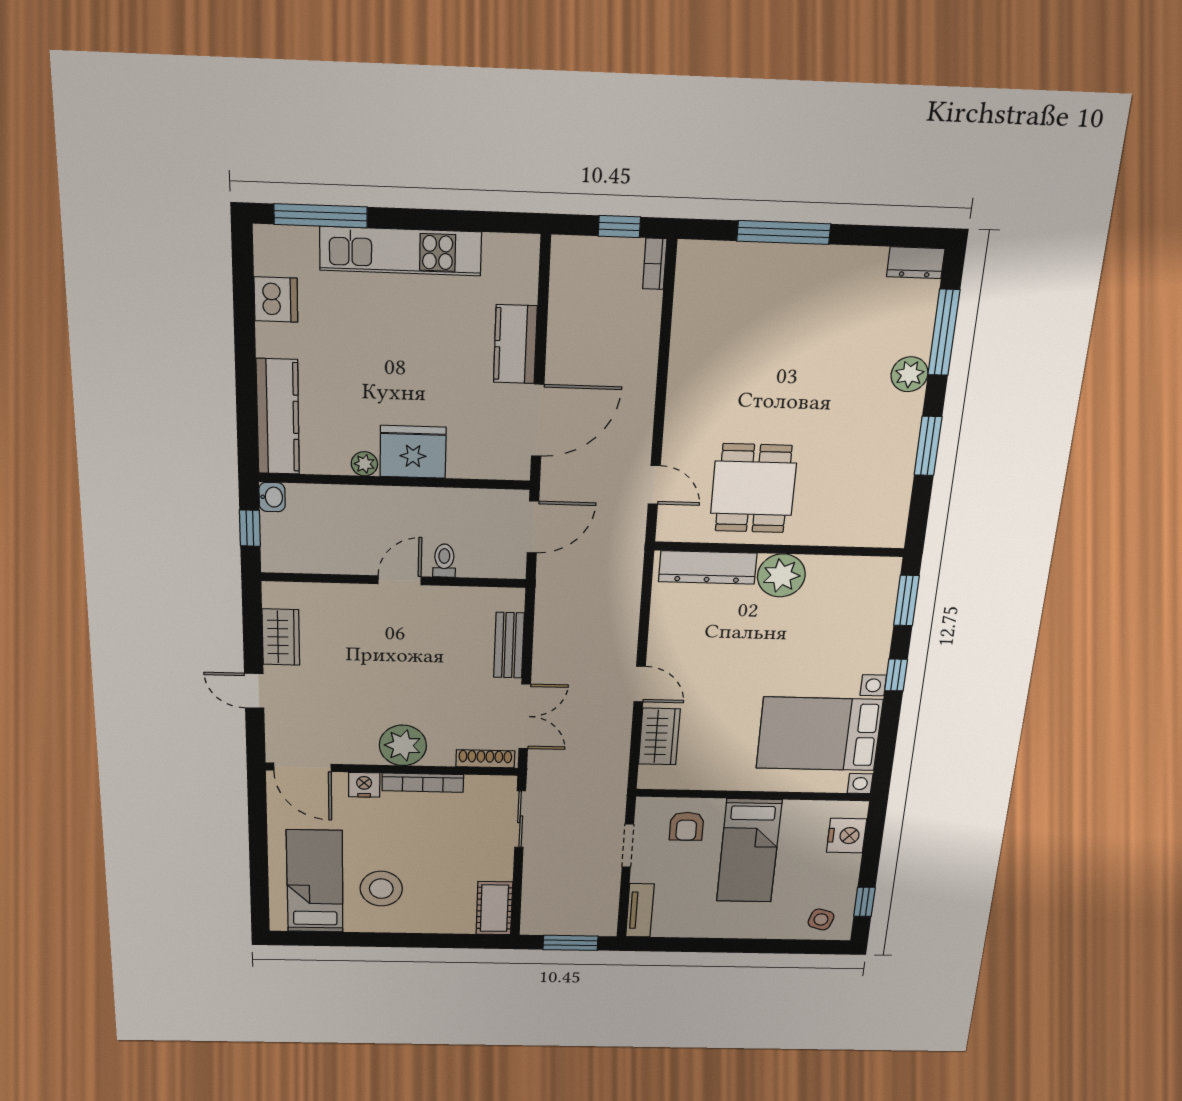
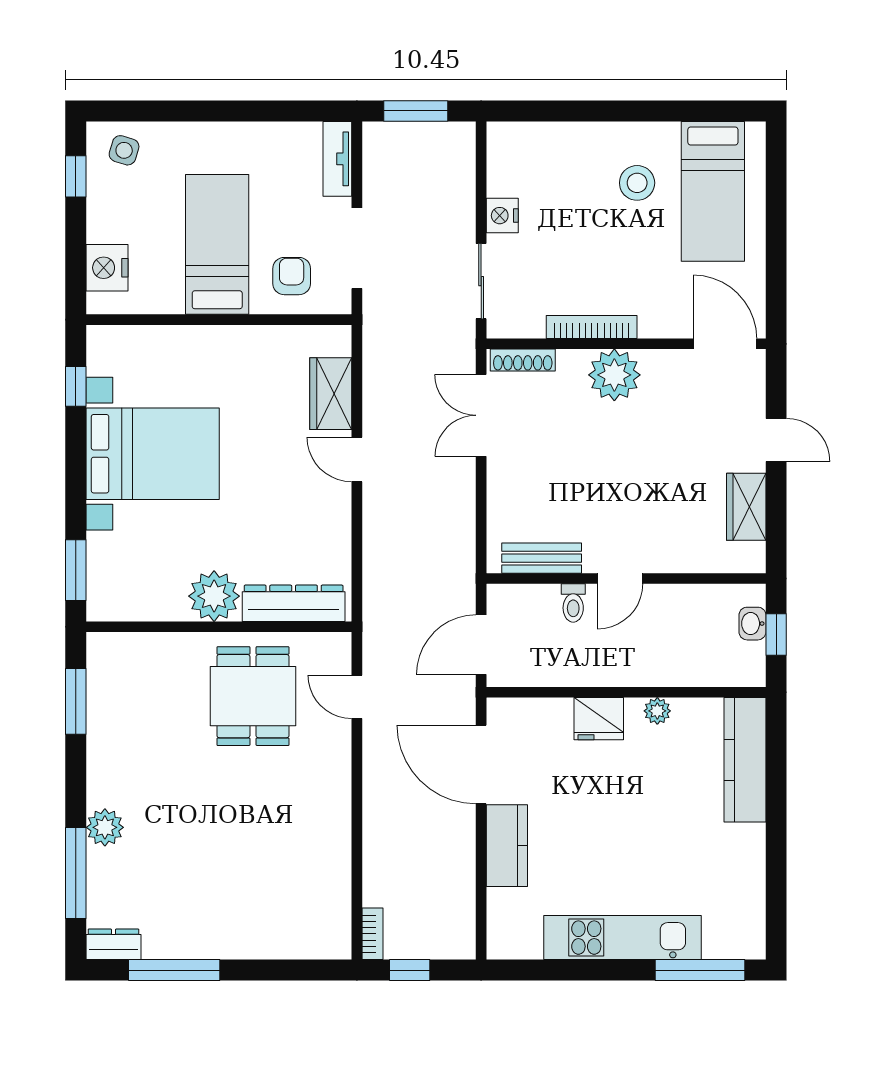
window: (784, 232) -> (174, 970), moved
dishwasher: (276, 299) -> (745, 884), removed
door: (538, 420) -> (481, 765), hinge flipped
window: (928, 446) -> (76, 701), moved
fridge: (413, 452) -> (599, 719), width x0.73, depth x0.75
washbasin: (272, 497) -> (752, 624), moved
bench: (509, 645) -> (542, 558), moved, turned 90
window: (896, 675) -> (76, 386), moved
bed with nightstands: (819, 734) -> (153, 454), moved
nightstand: (364, 785) -> (502, 216), moved, turned 90
doorway: (628, 846) -> (357, 248), width x1.38
stool: (381, 889) -> (637, 183), width x0.73, depth x0.73
cot: (494, 908) -> (506, 158), removed

